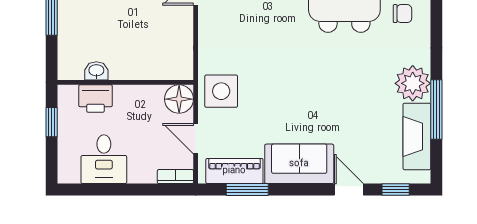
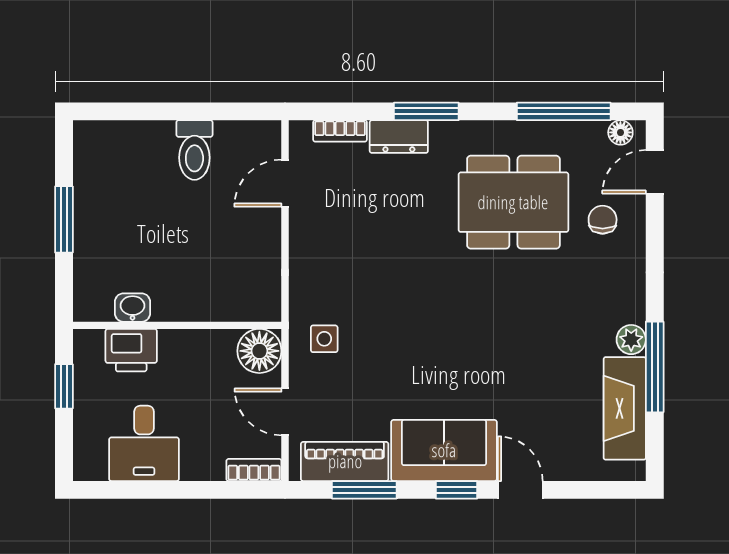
chair: (402, 14) -> (603, 220), turned -90
plant: (413, 83) -> (631, 340), width x0.53, depth x0.53
side table: (221, 91) -> (324, 339), width x0.54, depth x0.54
window: (396, 190) -> (456, 490), moved

